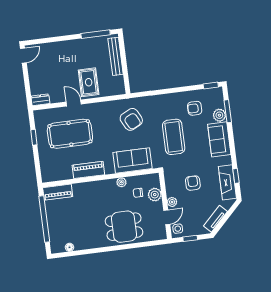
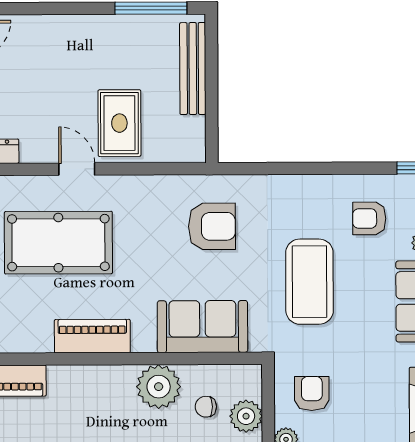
armchair: (131, 119) -> (212, 226), turned -63
plant: (121, 182) -> (159, 387), width x1.87, depth x1.87
armchair: (193, 183) -> (312, 393), moved

